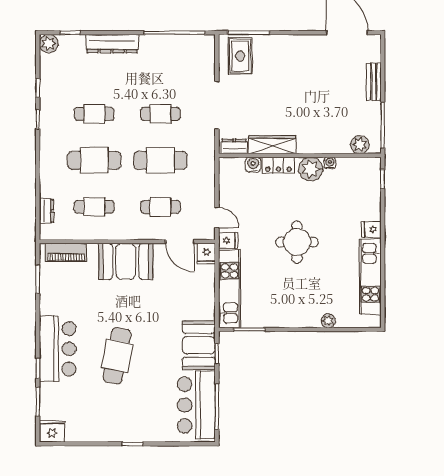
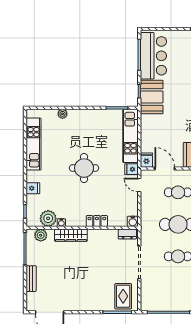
wardrobe: (272, 145) -> (71, 235), moved
water cooler: (253, 165) -> (133, 221), moved
plant: (311, 169) -> (48, 218), moved
fridge: (371, 229) -> (33, 188), moved

